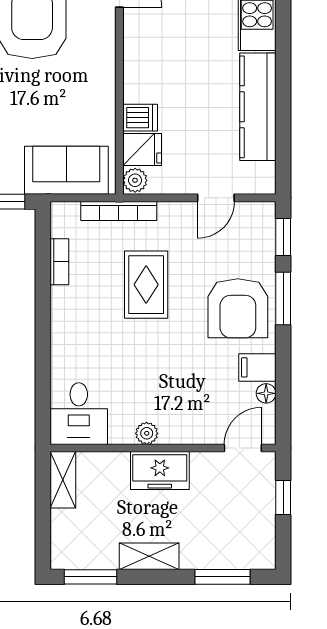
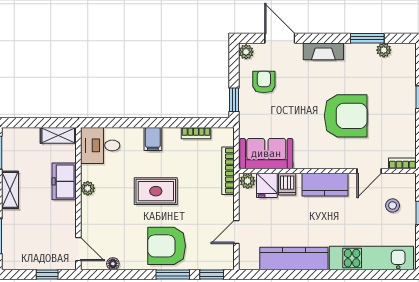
kitchen counter: (141, 58) -> (325, 185), added
sofa: (66, 170) -> (266, 154), moved, turned -90
door: (216, 198) -> (236, 232), hinge flipped
rug: (146, 285) -> (156, 191), moved
filing cabinet: (257, 367) -> (153, 139), moved, turned 180
freezer: (160, 471) -> (64, 181), moved

